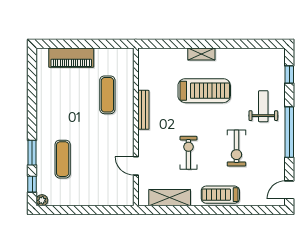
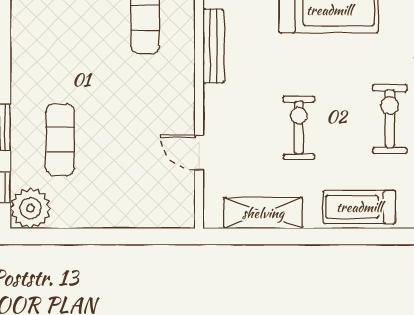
exercise bike: (236, 148) -> (390, 119), turned 180
plant: (42, 200) -> (30, 208), width x1.87, depth x1.87

